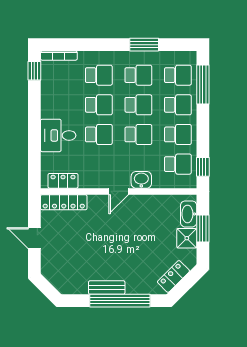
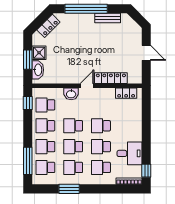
desk: (58, 135) -> (130, 153), moved
locker: (64, 202) -> (111, 78), moved
bench: (107, 288) -> (108, 18), moved

